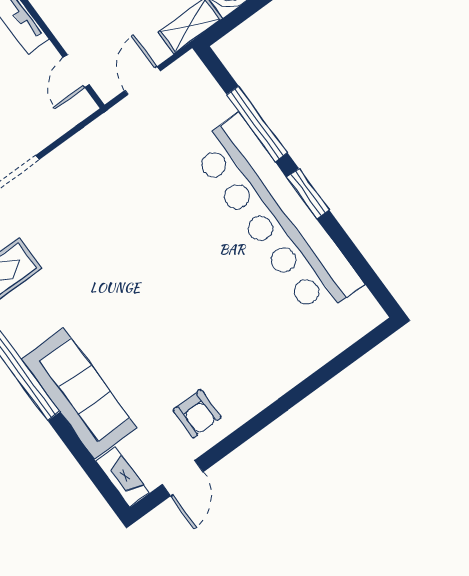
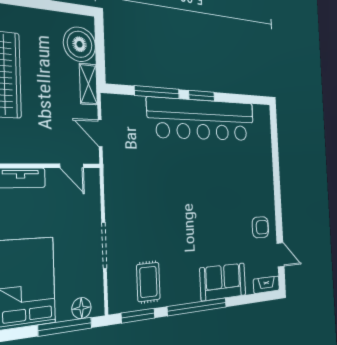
sofa: (79, 394) -> (223, 282), width x0.73

